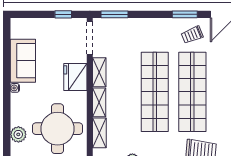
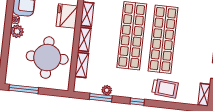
plant: (18, 134) -> (17, 31), moved

